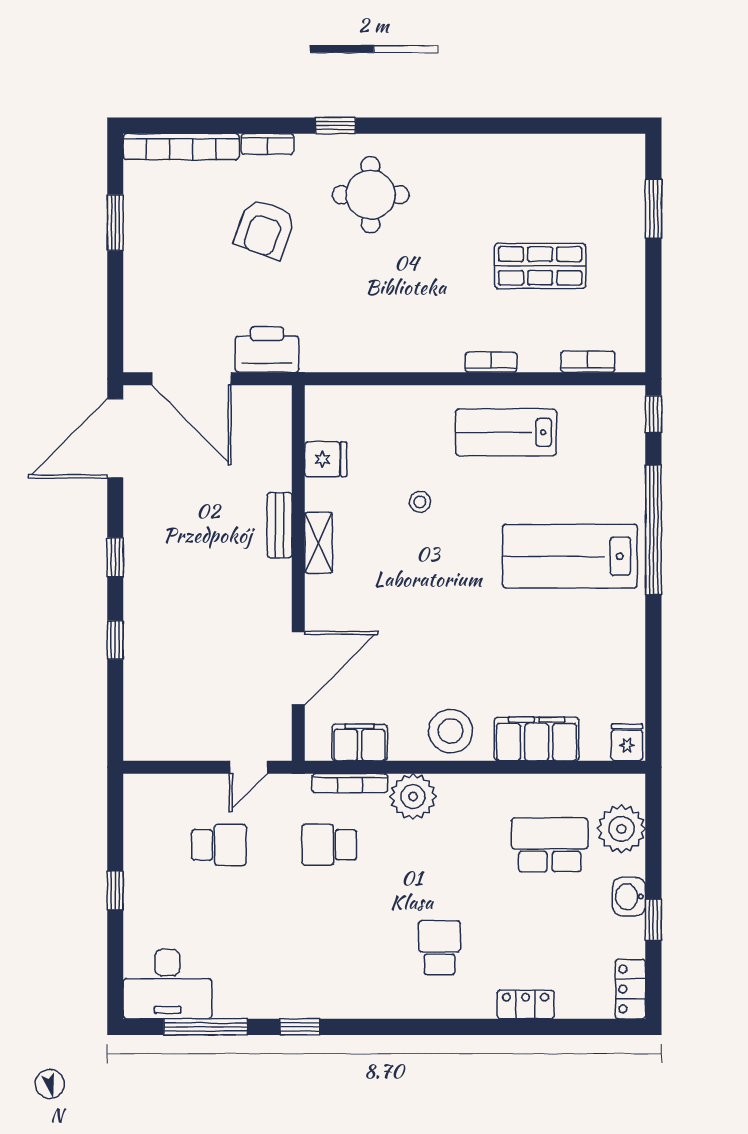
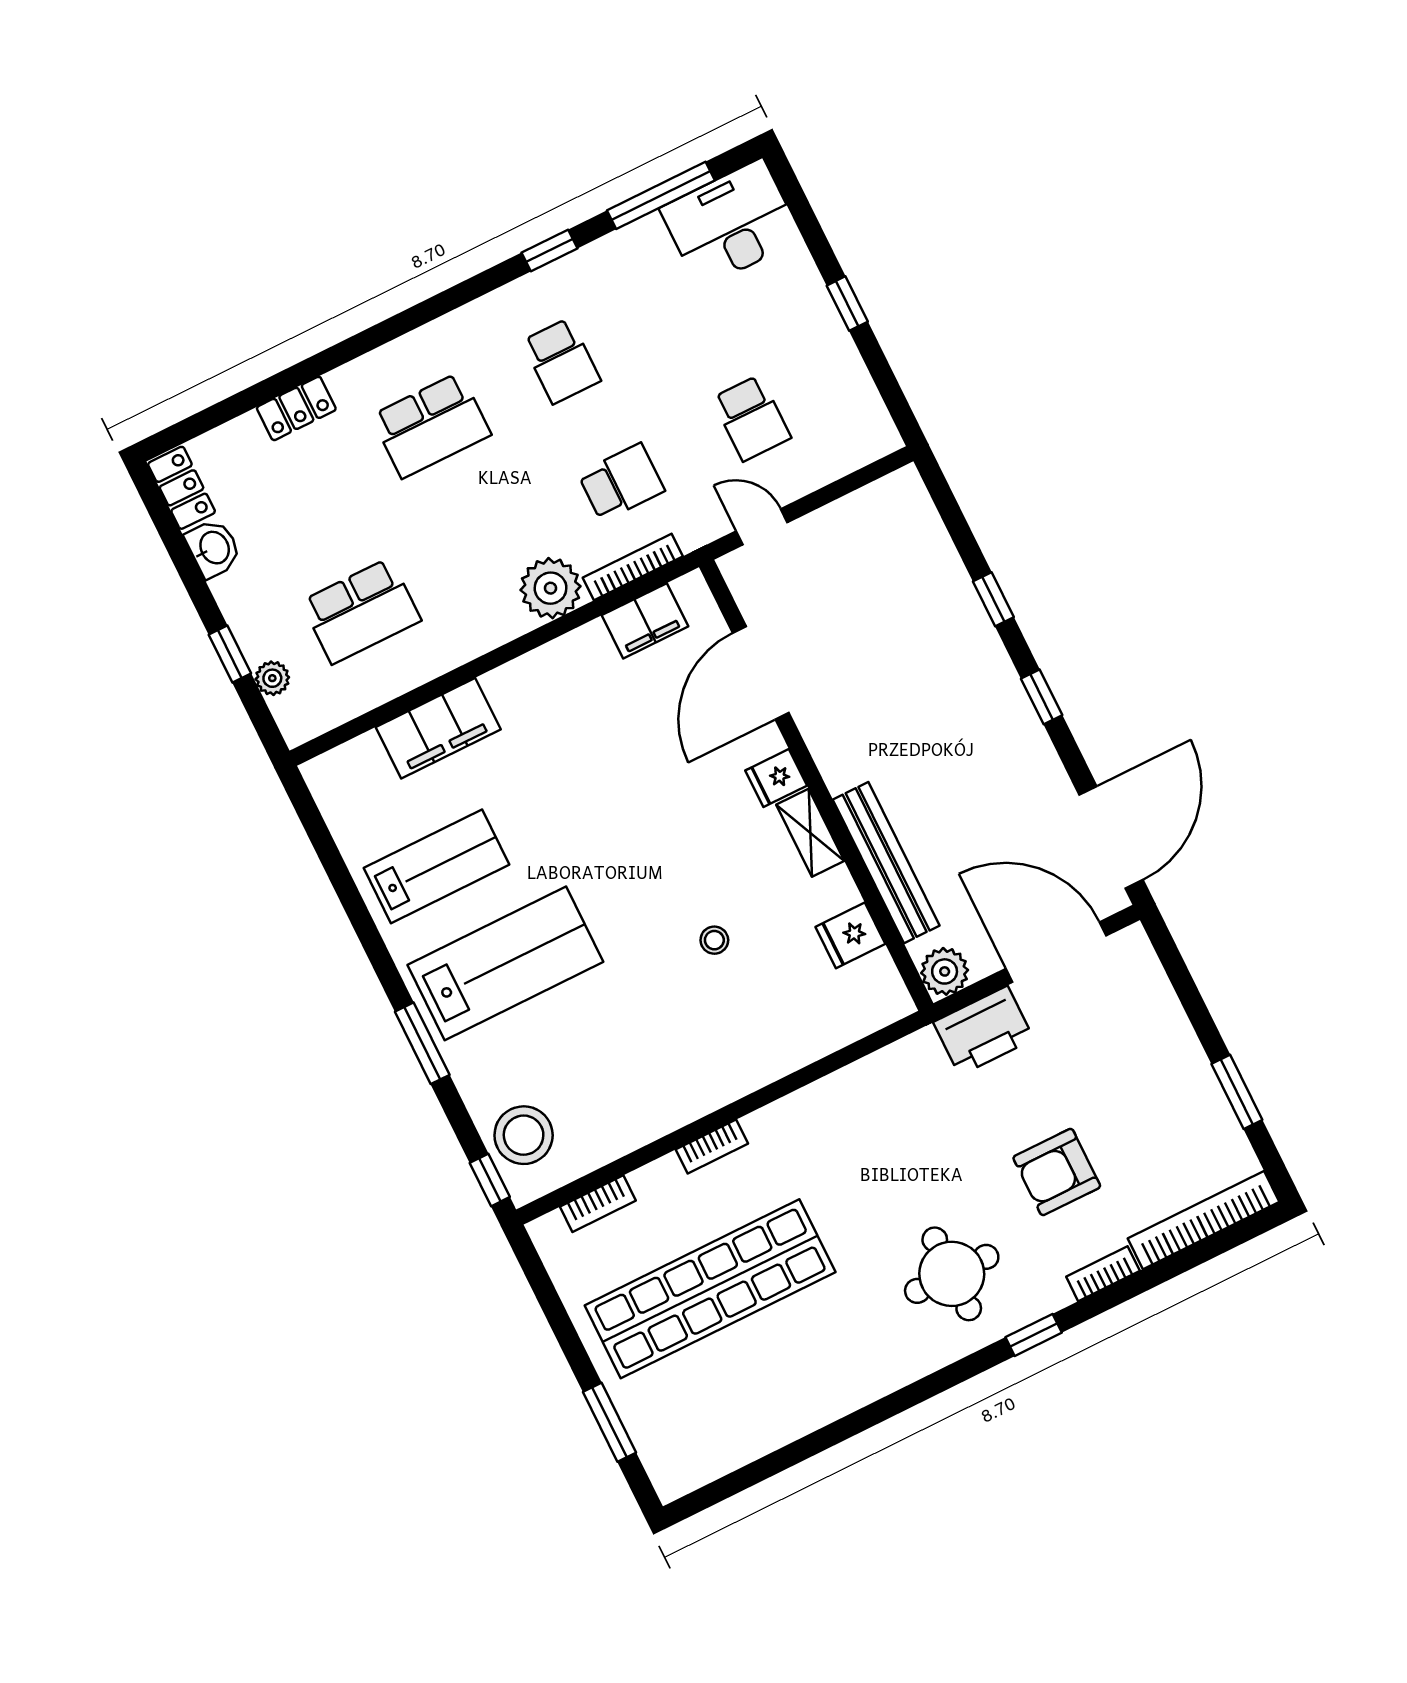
armchair: (265, 229) -> (1057, 1172), turned -110
shop shelf: (540, 266) -> (710, 1289), width x2.00, depth x1.36
plant: (274, 403) -> (945, 971), added
lab bench: (506, 432) -> (436, 866), moved
bench: (280, 525) -> (886, 863), width x1.86, depth x1.21
window: (653, 530) -> (422, 1043), width x0.47
stool: (451, 731) -> (524, 1135), moved
fridge: (627, 742) -> (776, 778), moved, turned 90
door: (248, 767) -> (762, 527), hinge flipped
plant: (621, 829) -> (272, 678), width x0.53, depth x0.53
school desk: (219, 845) -> (751, 418), turned -90
washbasin: (629, 897) -> (213, 548), moved
window: (653, 920) -> (230, 654), moved
school desk: (329, 948) -> (561, 361), added
school desk: (439, 948) -> (431, 425), width x1.85

